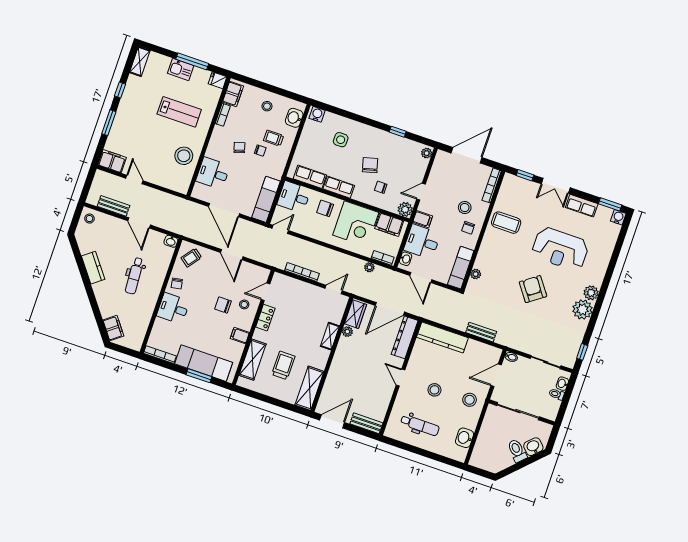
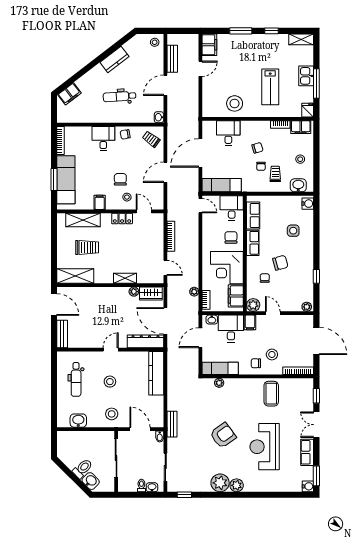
bench: (481, 332) -> (172, 424), moved

